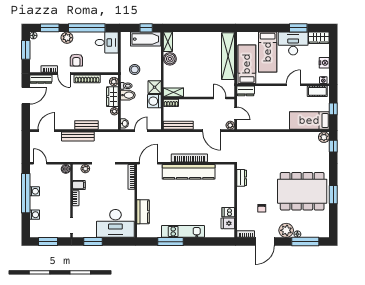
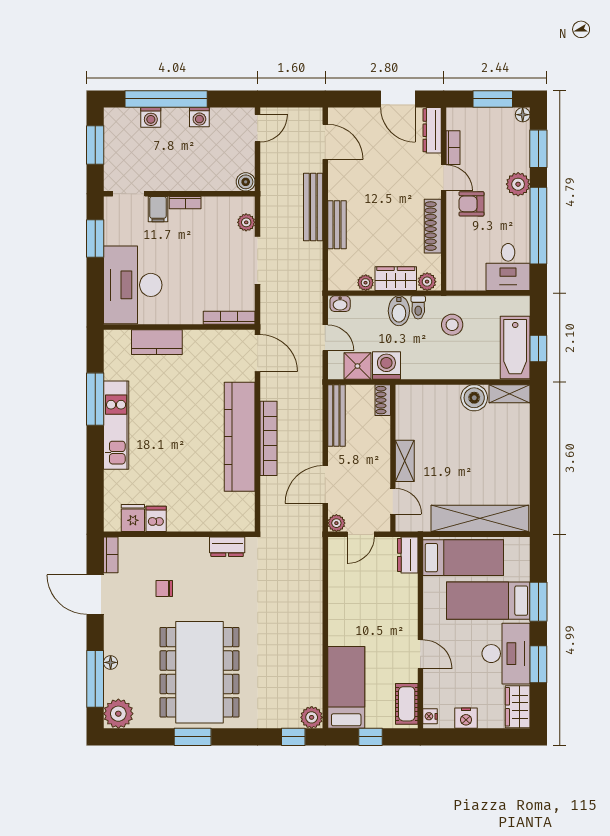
window: (268, 28) -> (538, 602), added
door: (64, 74) -> (444, 178), swing flipped
shower: (155, 87) -> (357, 366), moved
shelving: (173, 92) -> (405, 461), moved
door: (220, 98) -> (393, 501), hinge flipped
filing cabinet: (79, 185) -> (158, 209), moved
window: (26, 193) -> (166, 99), moved
plant: (286, 230) -> (118, 714), moved

